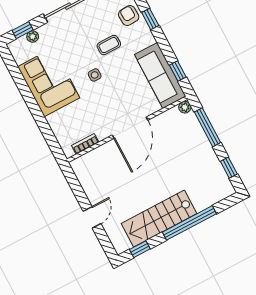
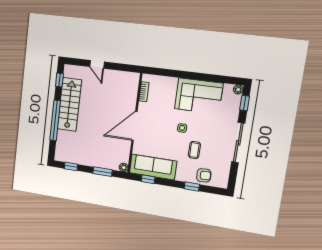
plant: (33, 37) -> (238, 90), moved
window: (208, 127) -> (103, 172), width x0.69
door: (130, 128) -> (134, 126), hinge flipped

